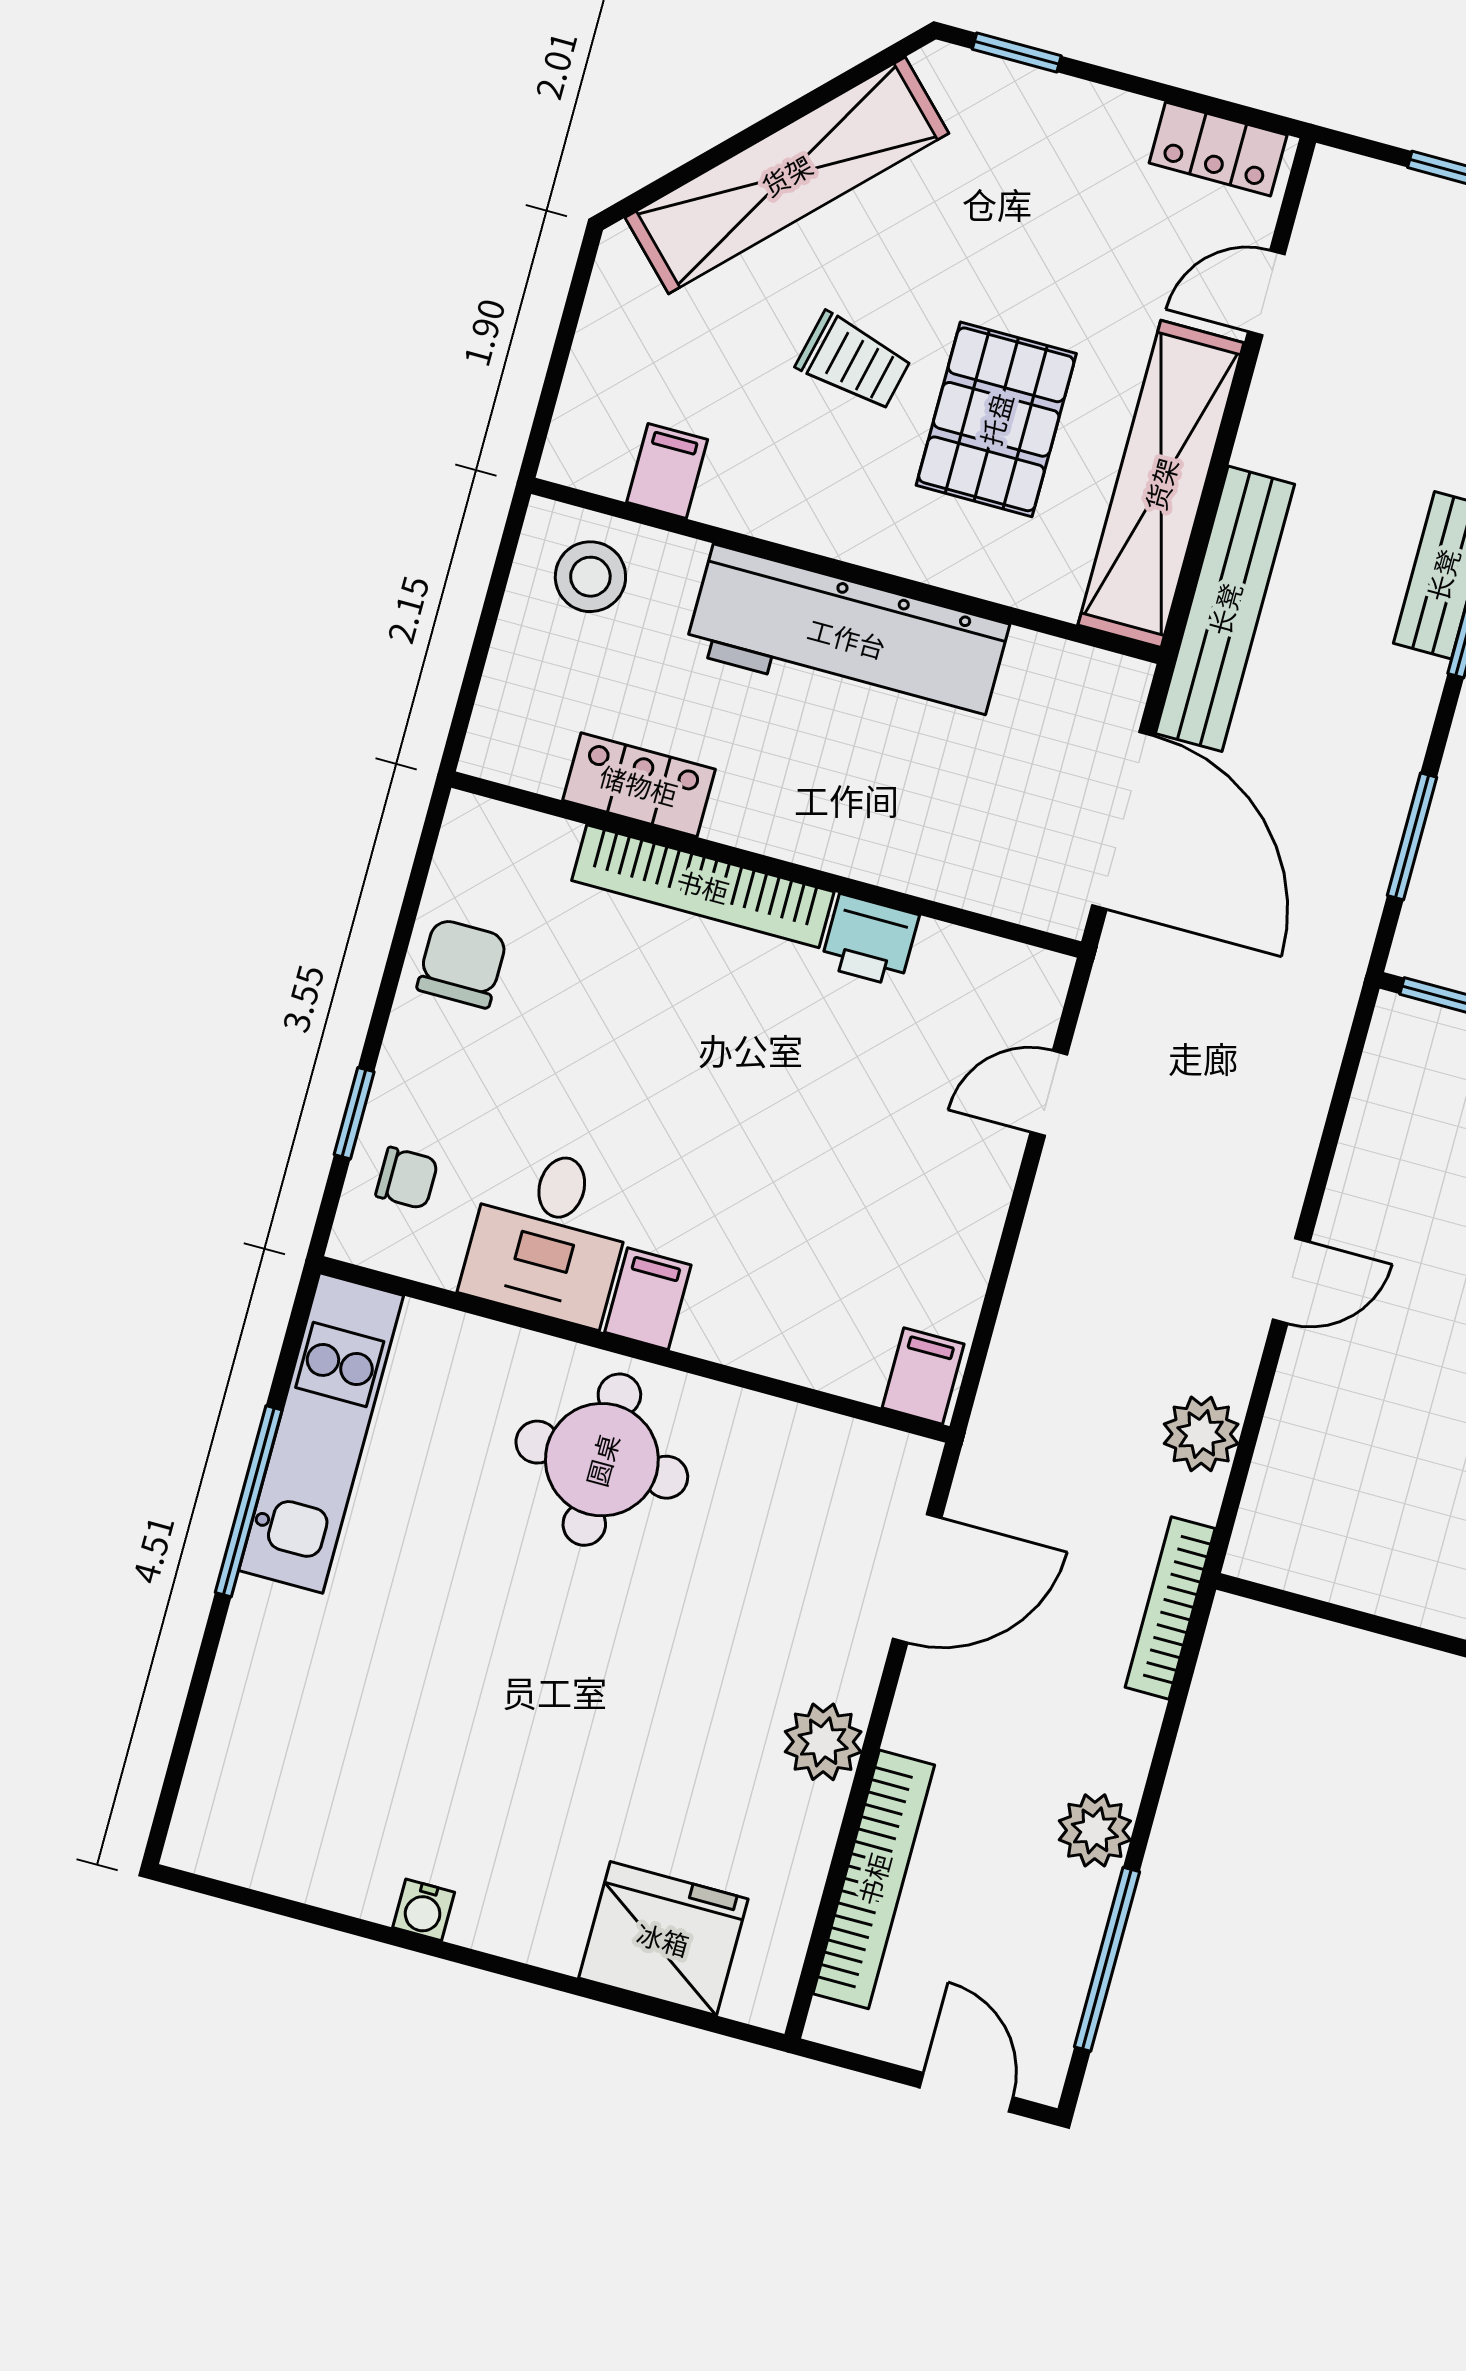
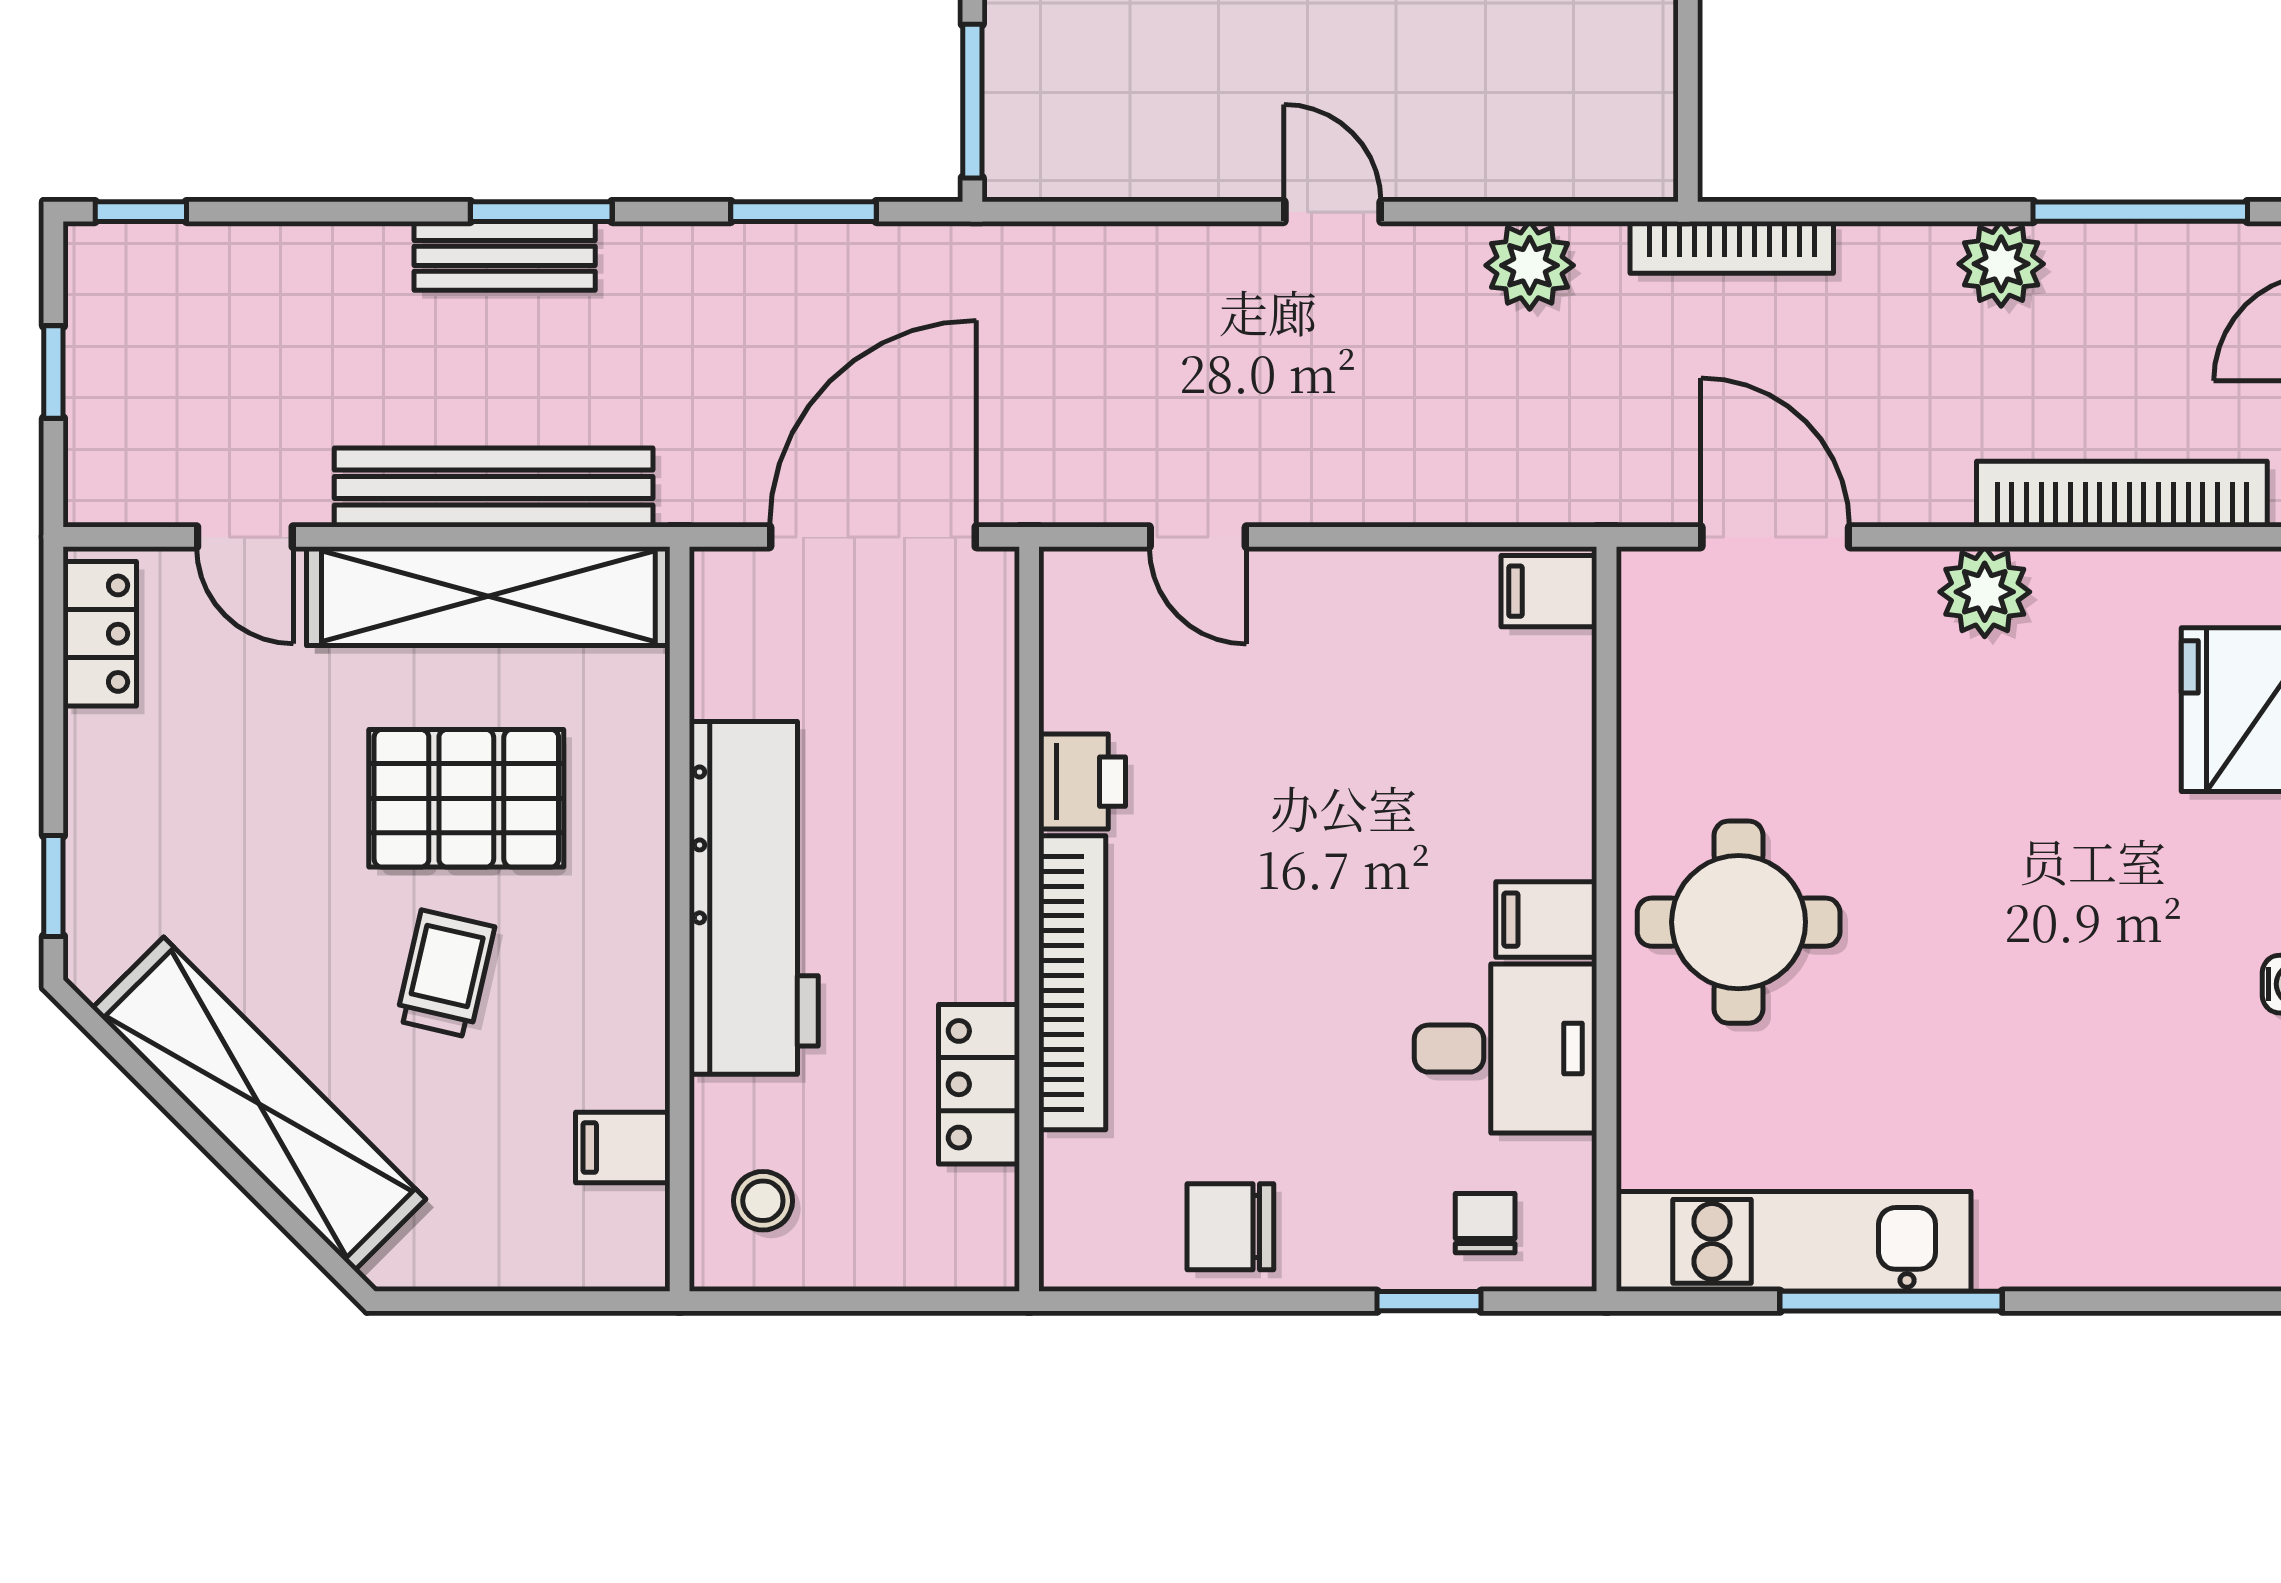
stool: (590, 577) -> (763, 1201), width x0.73, depth x0.73
bench: (1225, 609) -> (494, 487), moved

